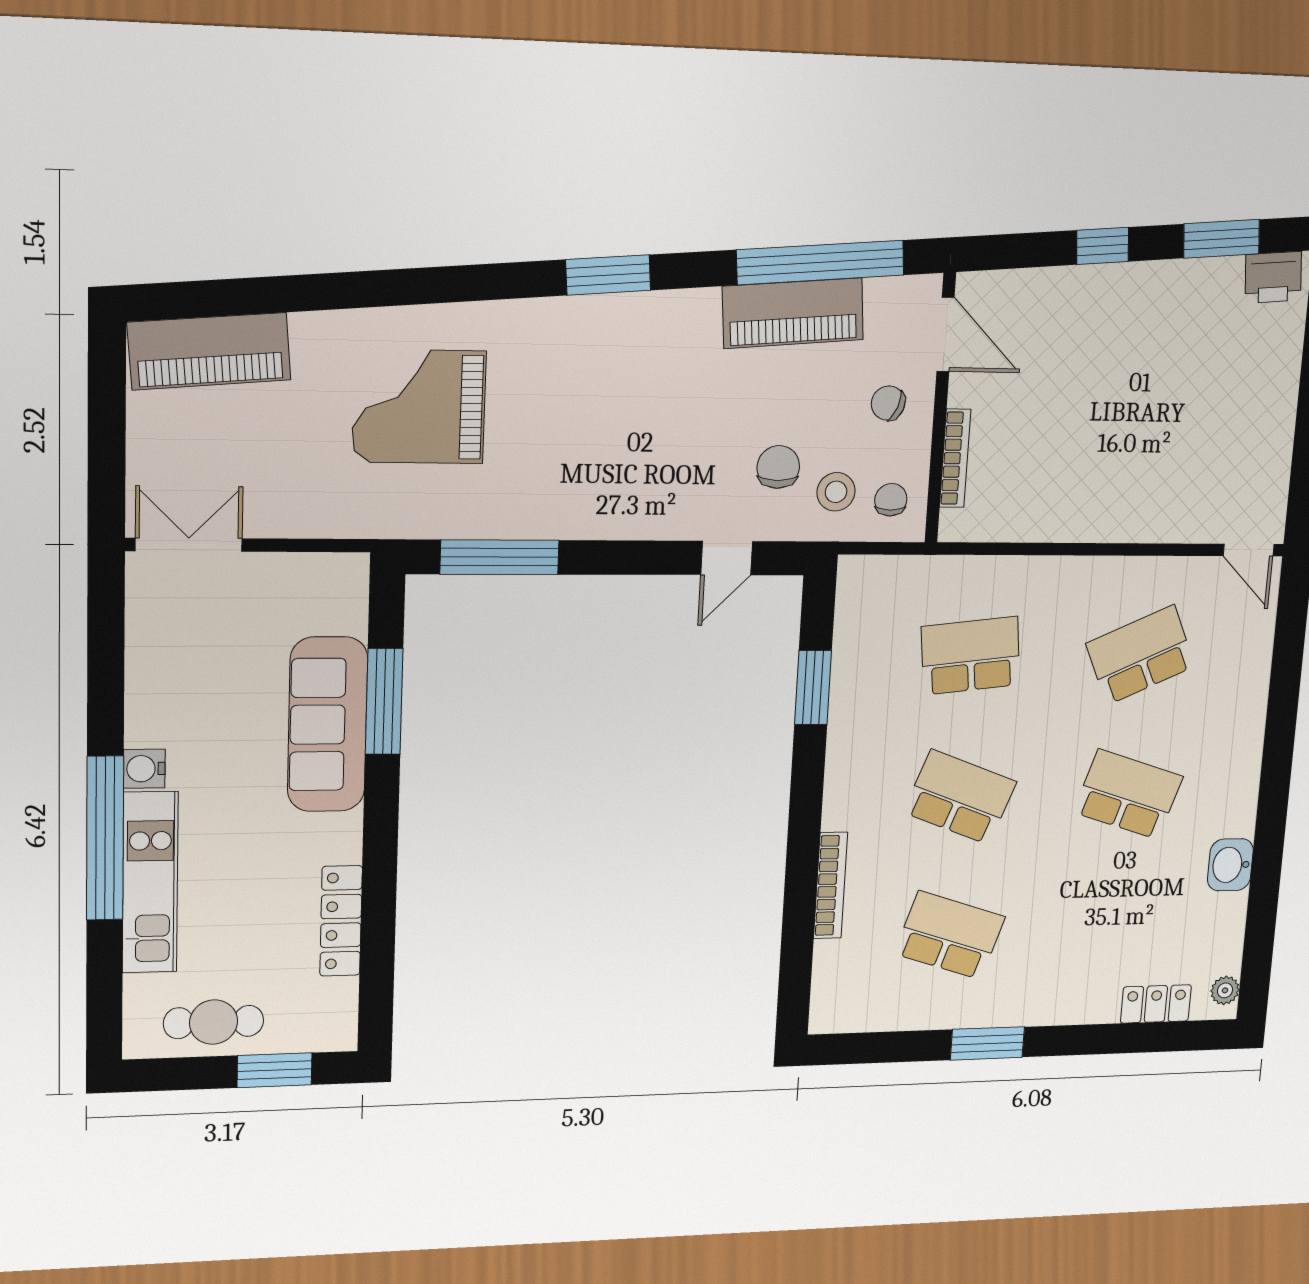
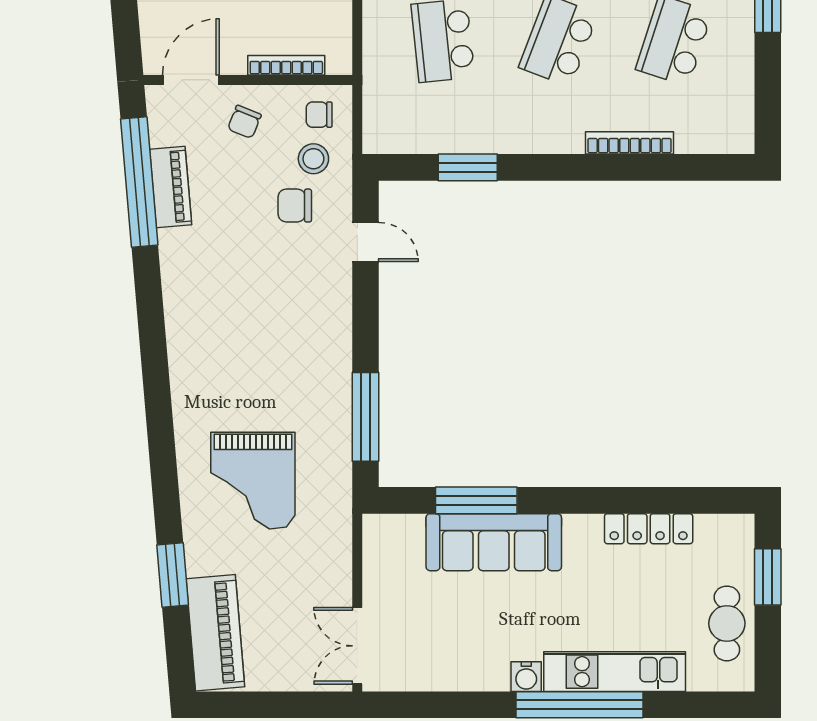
window: (608, 275) -> (173, 575), moved
piano: (793, 313) -> (171, 187), width x0.73, depth x0.75

